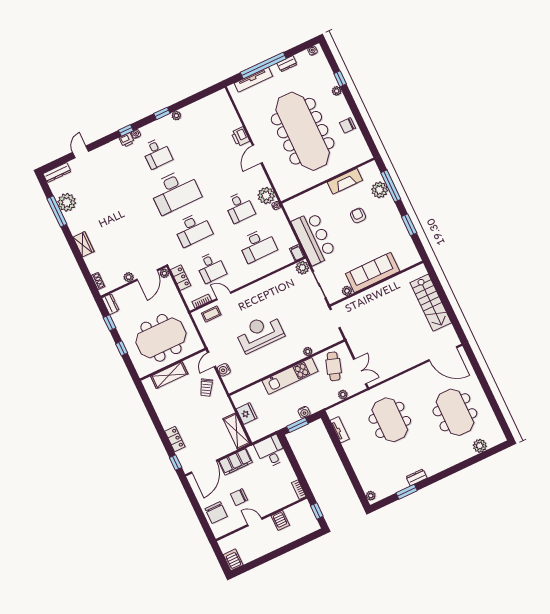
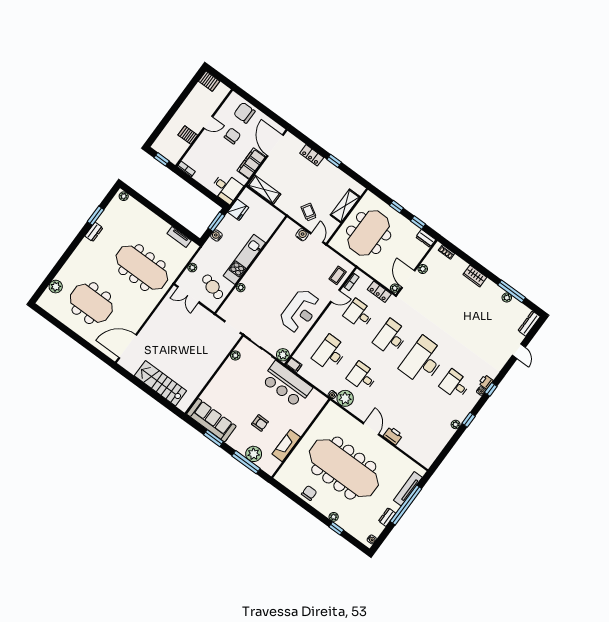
plant: (67, 202) -> (507, 298), width x0.53, depth x0.53
sofa: (373, 272) -> (211, 420), moved, turned -90
reception desk: (260, 333) -> (300, 311), moved
fridge: (247, 413) -> (238, 210), moved, turned -90
meeting table: (390, 420) -> (142, 268), width x1.36
window: (176, 462) -> (334, 161), moved

